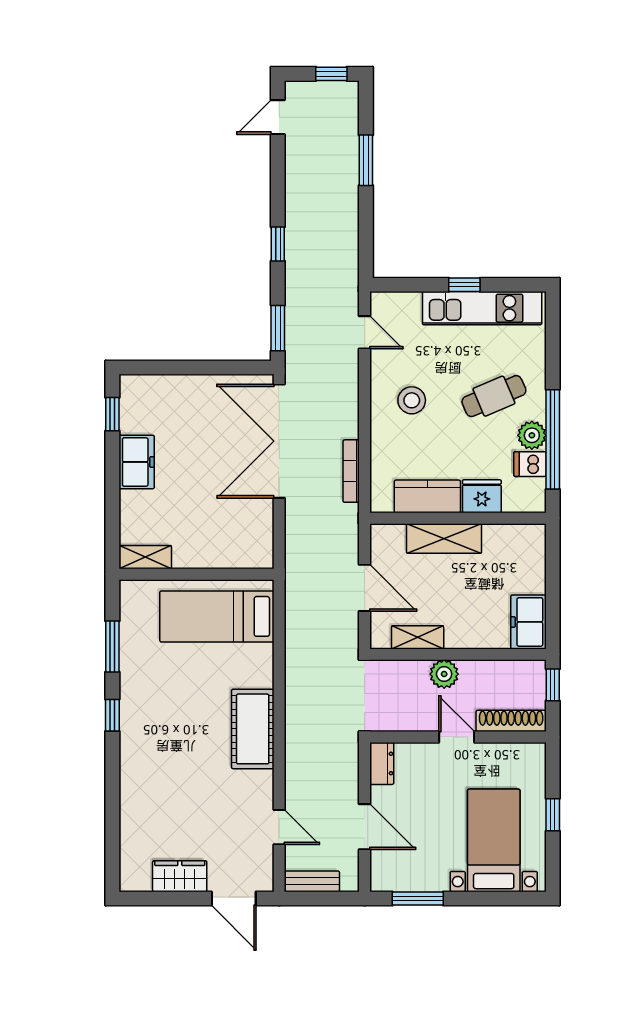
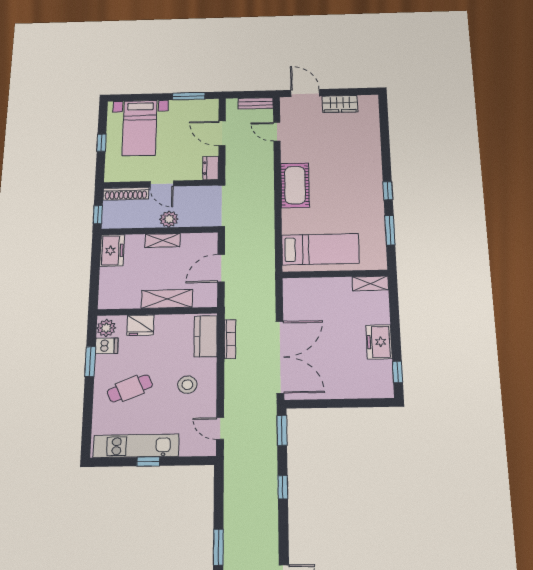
plant: (532, 435) -> (106, 328), moved
window: (553, 439) -> (90, 362), width x0.47
kitchen counter: (427, 496) -> (206, 336), moved, turned 90
door: (365, 588) -> (221, 268), hinge flipped
shelving: (418, 637) -> (163, 240), moved

